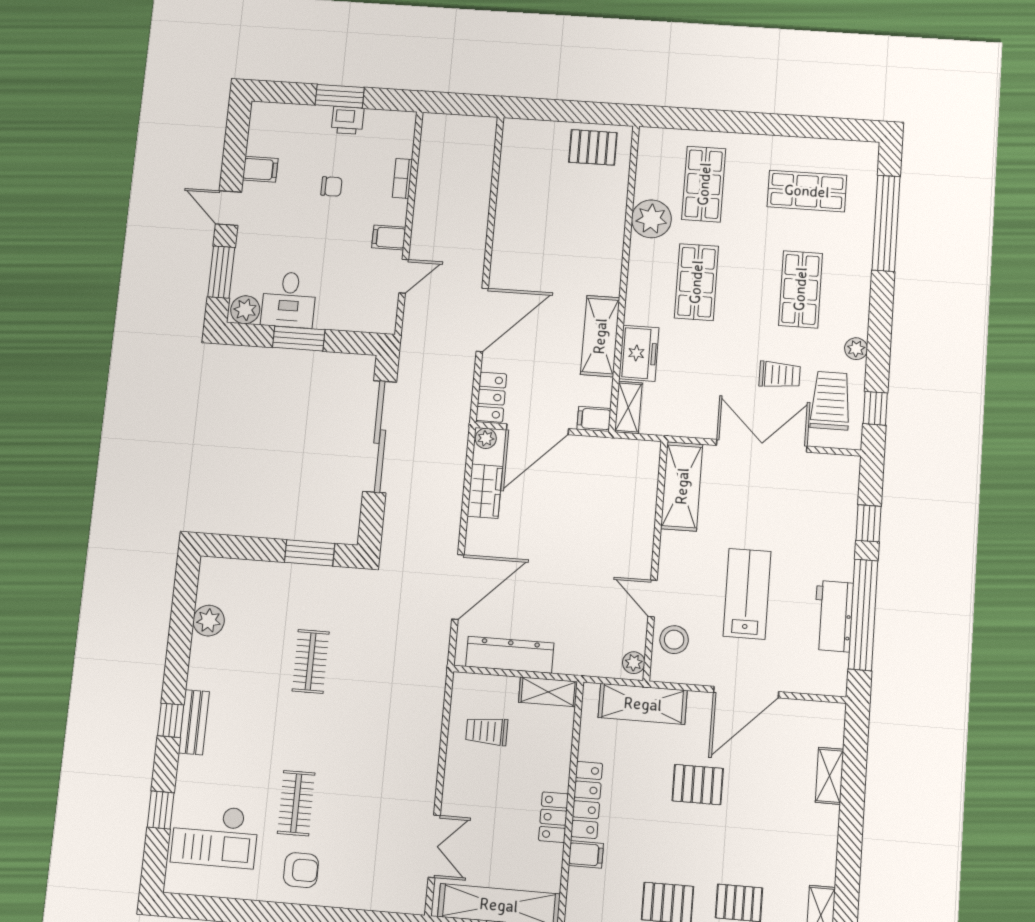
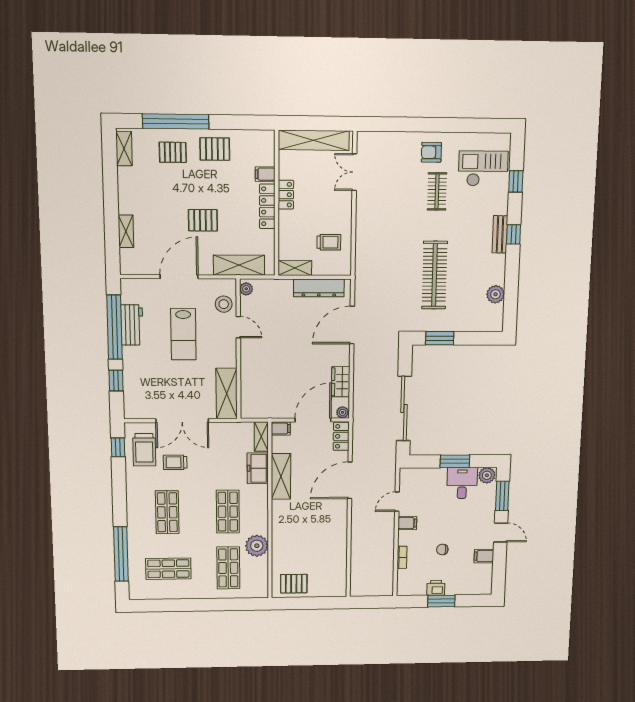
plant: (856, 349) -> (132, 481), removed
clothes rail: (311, 661) -> (435, 275), width x1.86, depth x1.31

